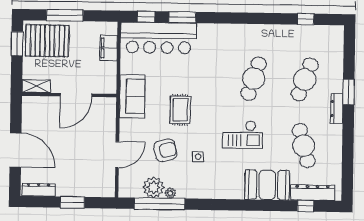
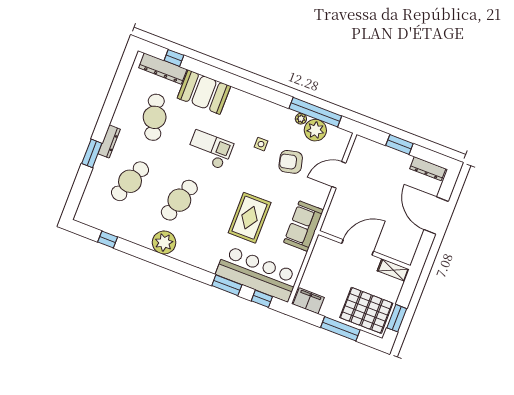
plant: (253, 35) -> (164, 242), added
filing cabinet: (109, 48) -> (309, 301), moved, turned -90
rug: (180, 110) -> (250, 218), moved, width x1.36, depth x1.43

